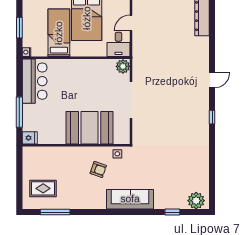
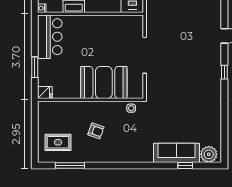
plant: (123, 66) -> (137, 22), removed
window: (19, 112) -> (35, 67), width x0.69
armchair: (98, 169) -> (96, 131), moved
sofa: (130, 199) -> (177, 153), moved

